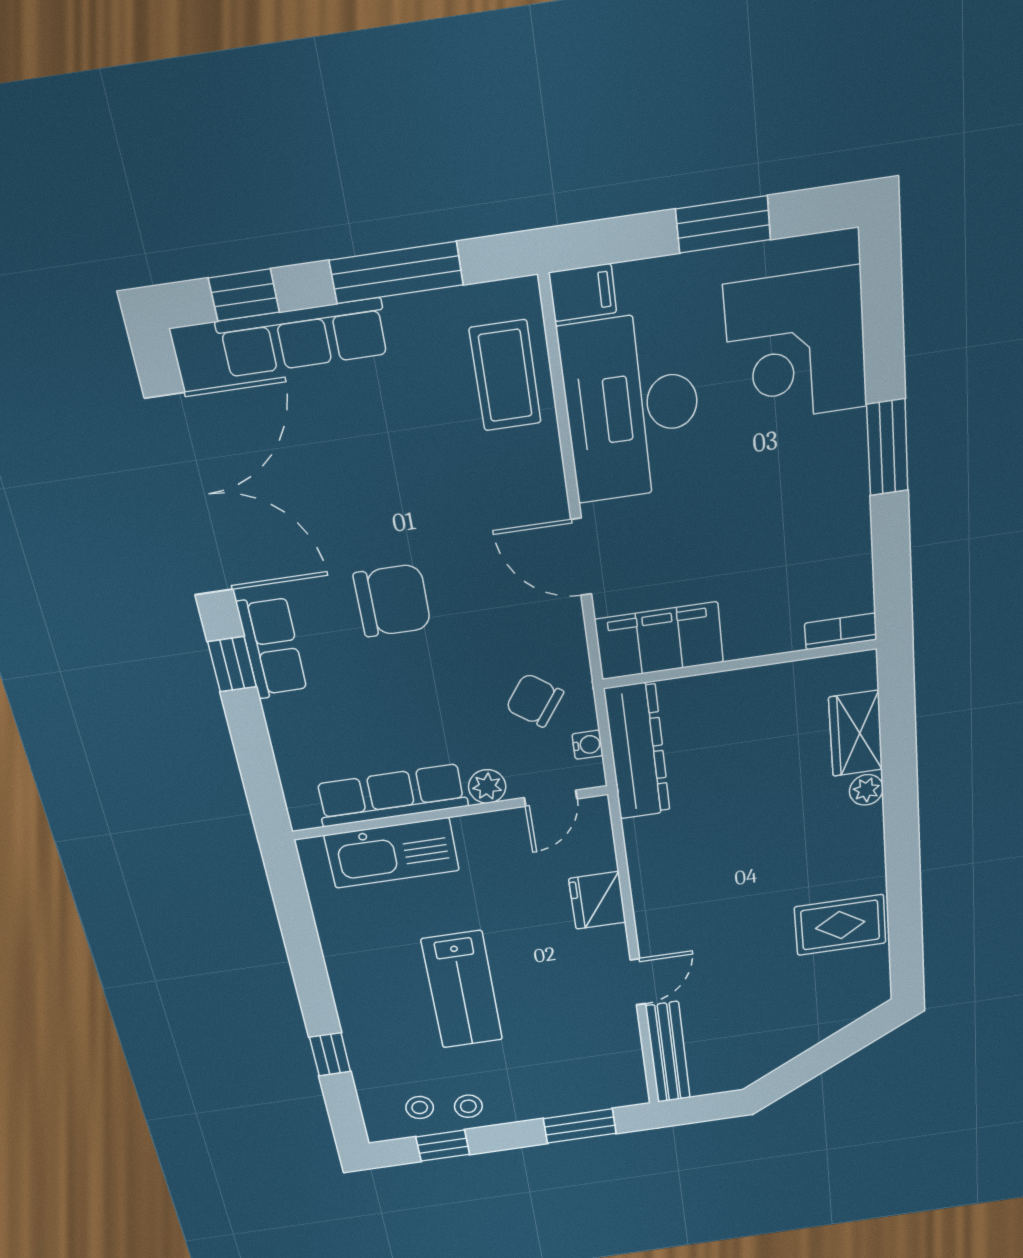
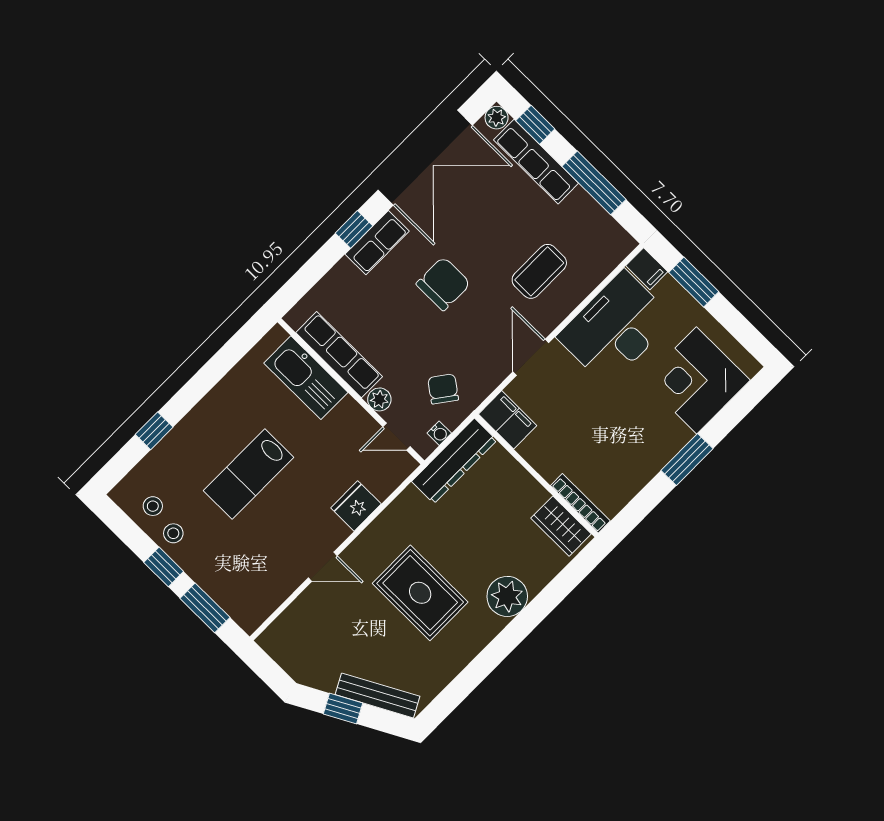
window: (723, 224) -> (694, 282), moved
plant: (194, 347) -> (497, 118), added
coffee table: (505, 376) -> (539, 271), moved
chair: (392, 601) -> (443, 284), turned -90
bookcase: (841, 631) -> (580, 503), width x1.56
filing cabinet: (659, 641) -> (508, 420), width x0.67, depth x0.86
wardrobe: (856, 733) -> (561, 526), moved, turned -90
plant: (866, 790) -> (507, 596), width x1.87, depth x1.87
rug: (840, 925) -> (420, 593), moved, width x1.36, depth x1.43
bench: (668, 1052) -> (378, 695), moved, turned 62
window: (813, 1062) -> (343, 708), added
window: (443, 1146) -> (164, 567), moved

